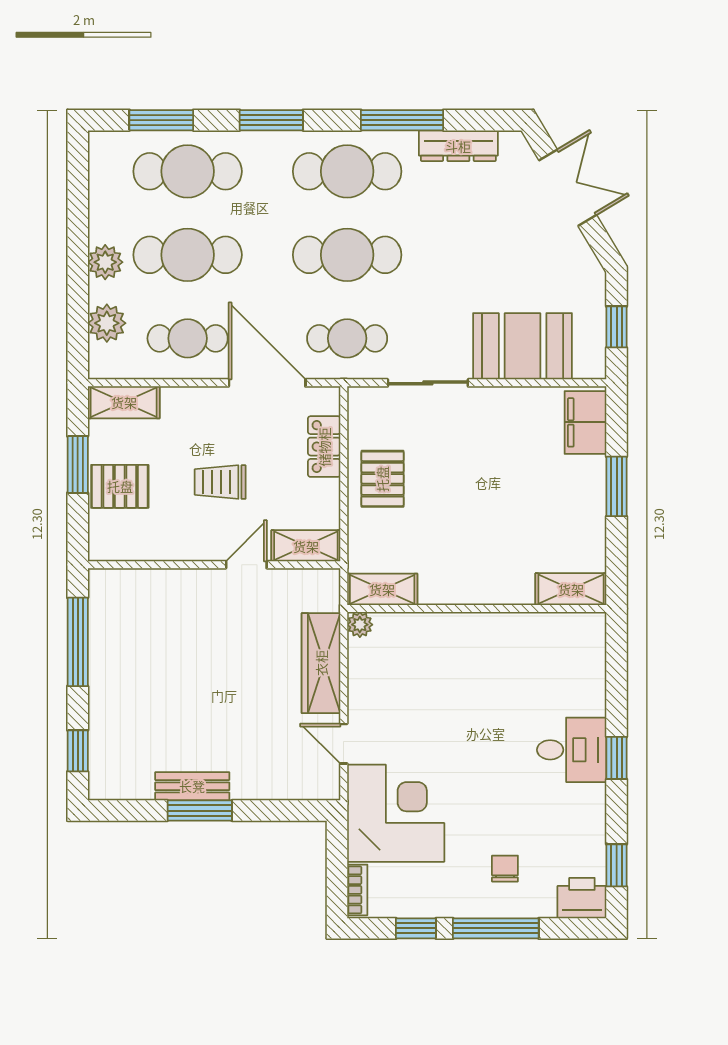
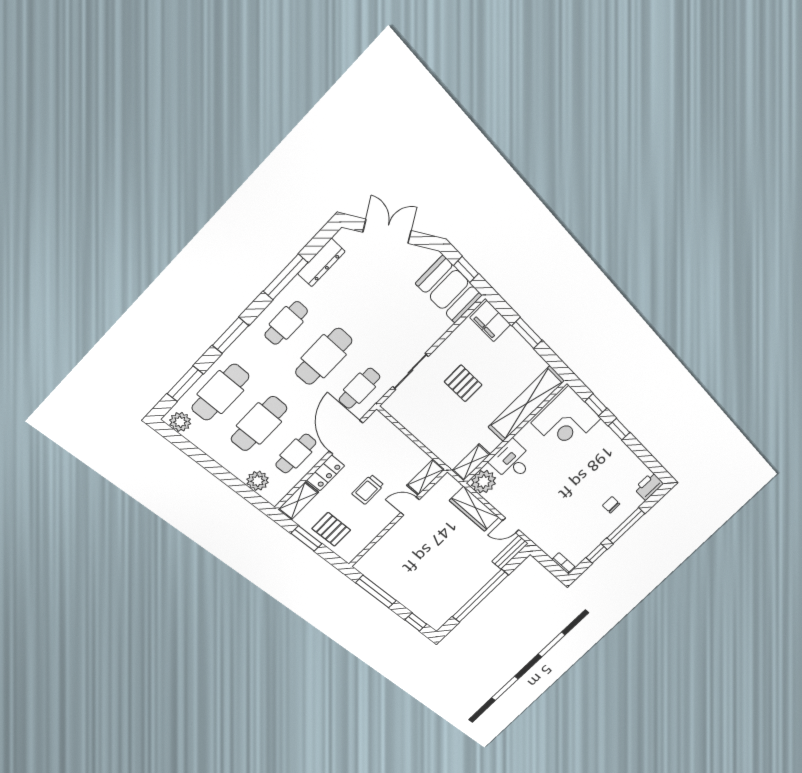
cafe table: (347, 171) -> (286, 323), width x0.73, depth x0.74
plant: (105, 262) -> (180, 422), moved
booth: (523, 346) -> (449, 289), moved, turned 90
door: (267, 383) -> (346, 437), hinge flipped
locker: (324, 447) -> (326, 473), moved, turned -90
pallet: (382, 479) -> (463, 383), moved
pallet: (120, 486) -> (331, 529), turned 90
door: (246, 565) -> (410, 506), hinge flipped
shelving: (571, 589) -> (526, 404), width x2.20, depth x1.33
plant: (360, 625) -> (484, 482), width x1.88, depth x1.88
desk: (572, 750) -> (512, 461), moved, turned -90
bench: (192, 786) -> (510, 552), moved
window: (200, 811) -> (480, 596), width x2.11
corner desk: (396, 813) -> (566, 421), moved, turned 180
window: (617, 865) -> (596, 405), moved

